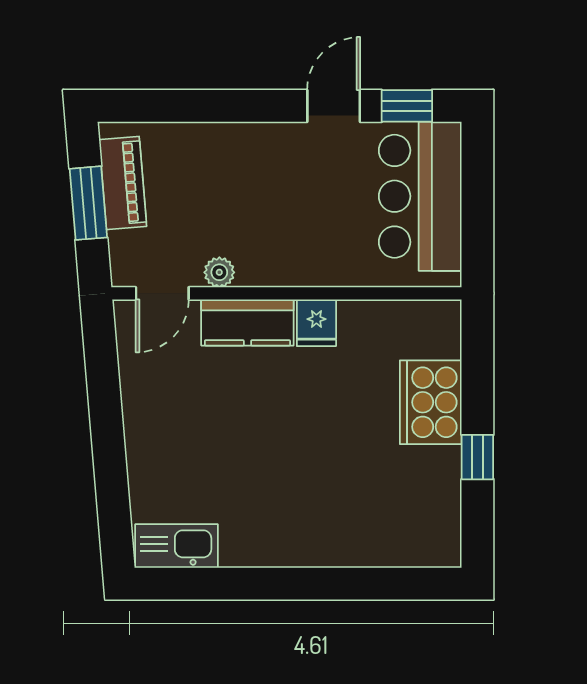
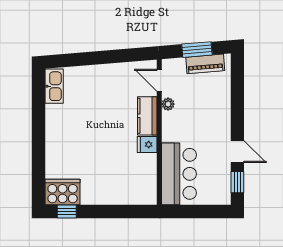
bar counter: (420, 196) -> (179, 174), moved, turned 90
cooker: (431, 402) -> (63, 192), moved
window: (477, 457) -> (67, 211), moved

